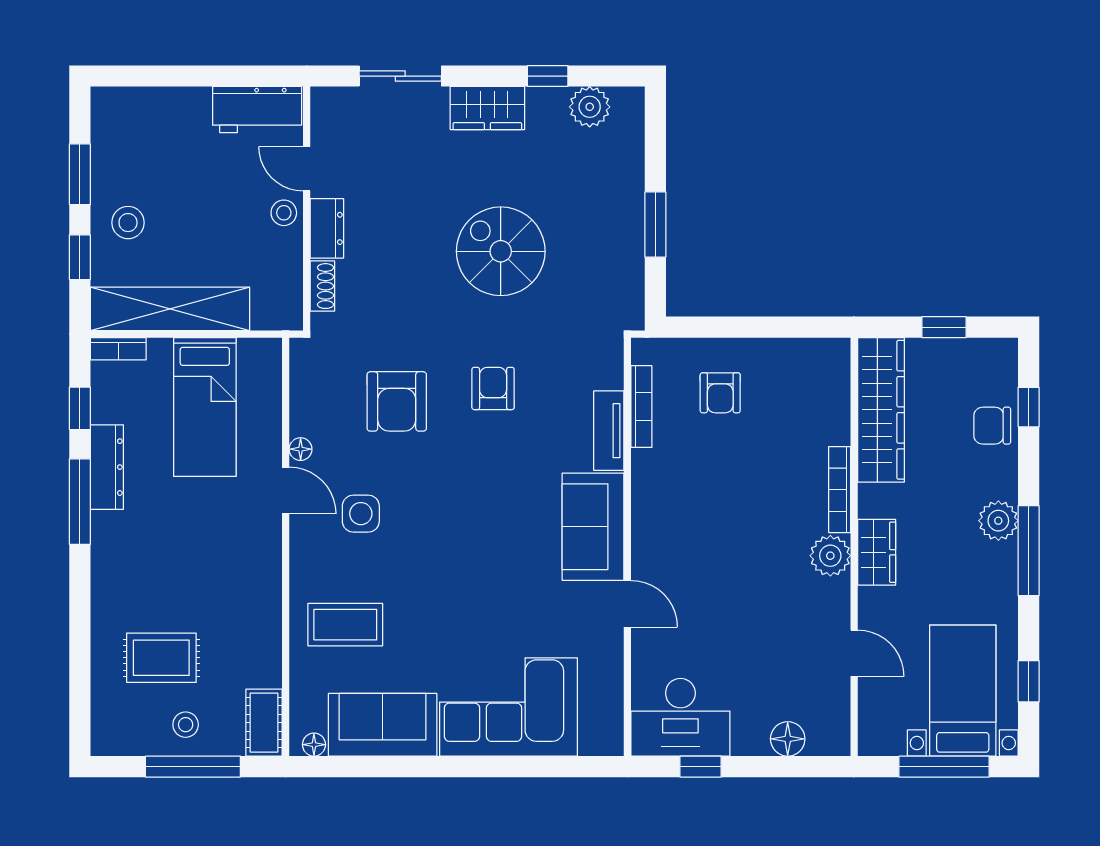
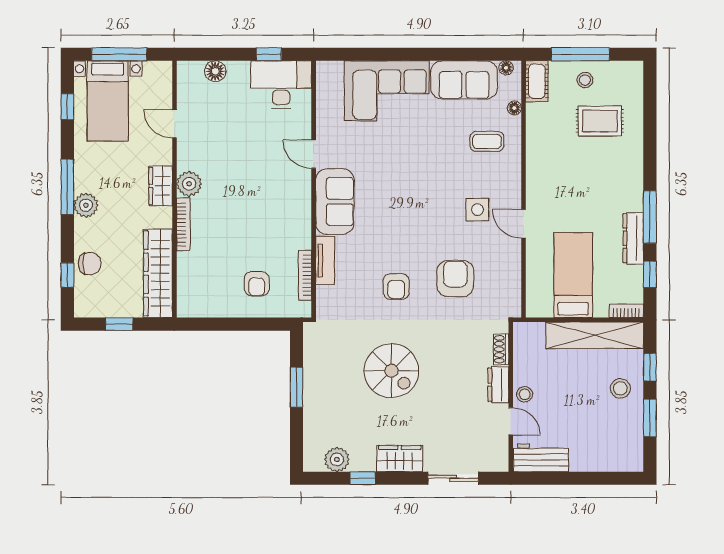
armchair: (720, 393) -> (257, 284), turned 180
floor lamp: (301, 449) -> (514, 108), moved
coffee table: (345, 625) -> (487, 141), width x0.73, depth x0.77

